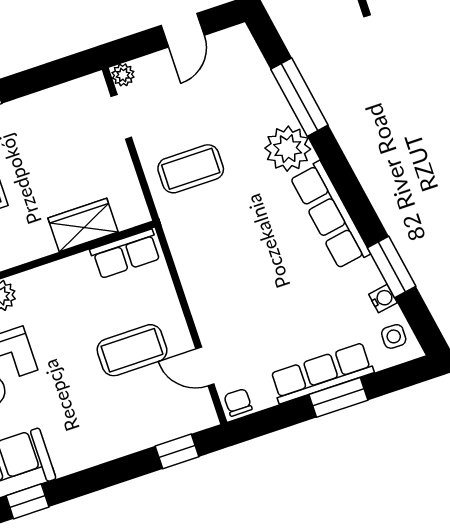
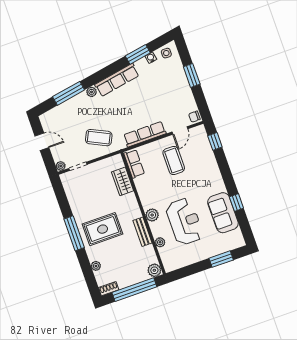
plant: (288, 149) -> (92, 92), width x0.53, depth x0.53
coffee table: (191, 169) -> (99, 138), turned -64
row of seats: (322, 373) -> (145, 134), moved, turned 90

